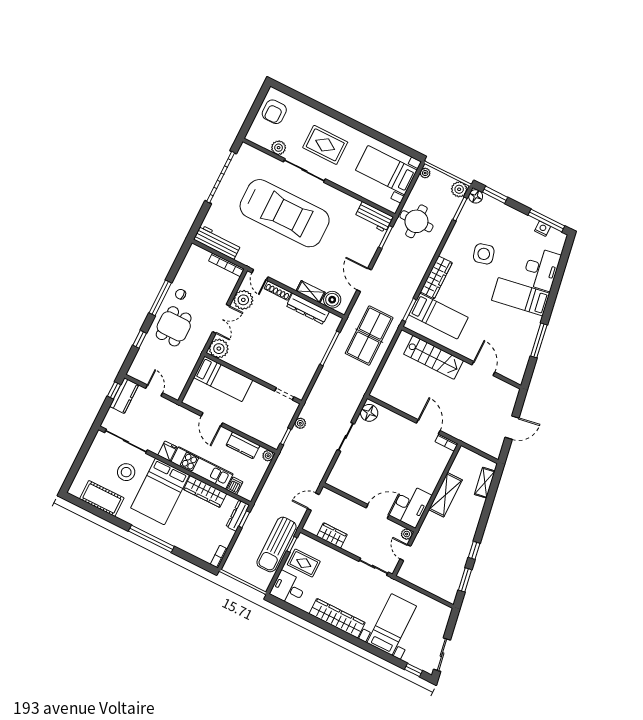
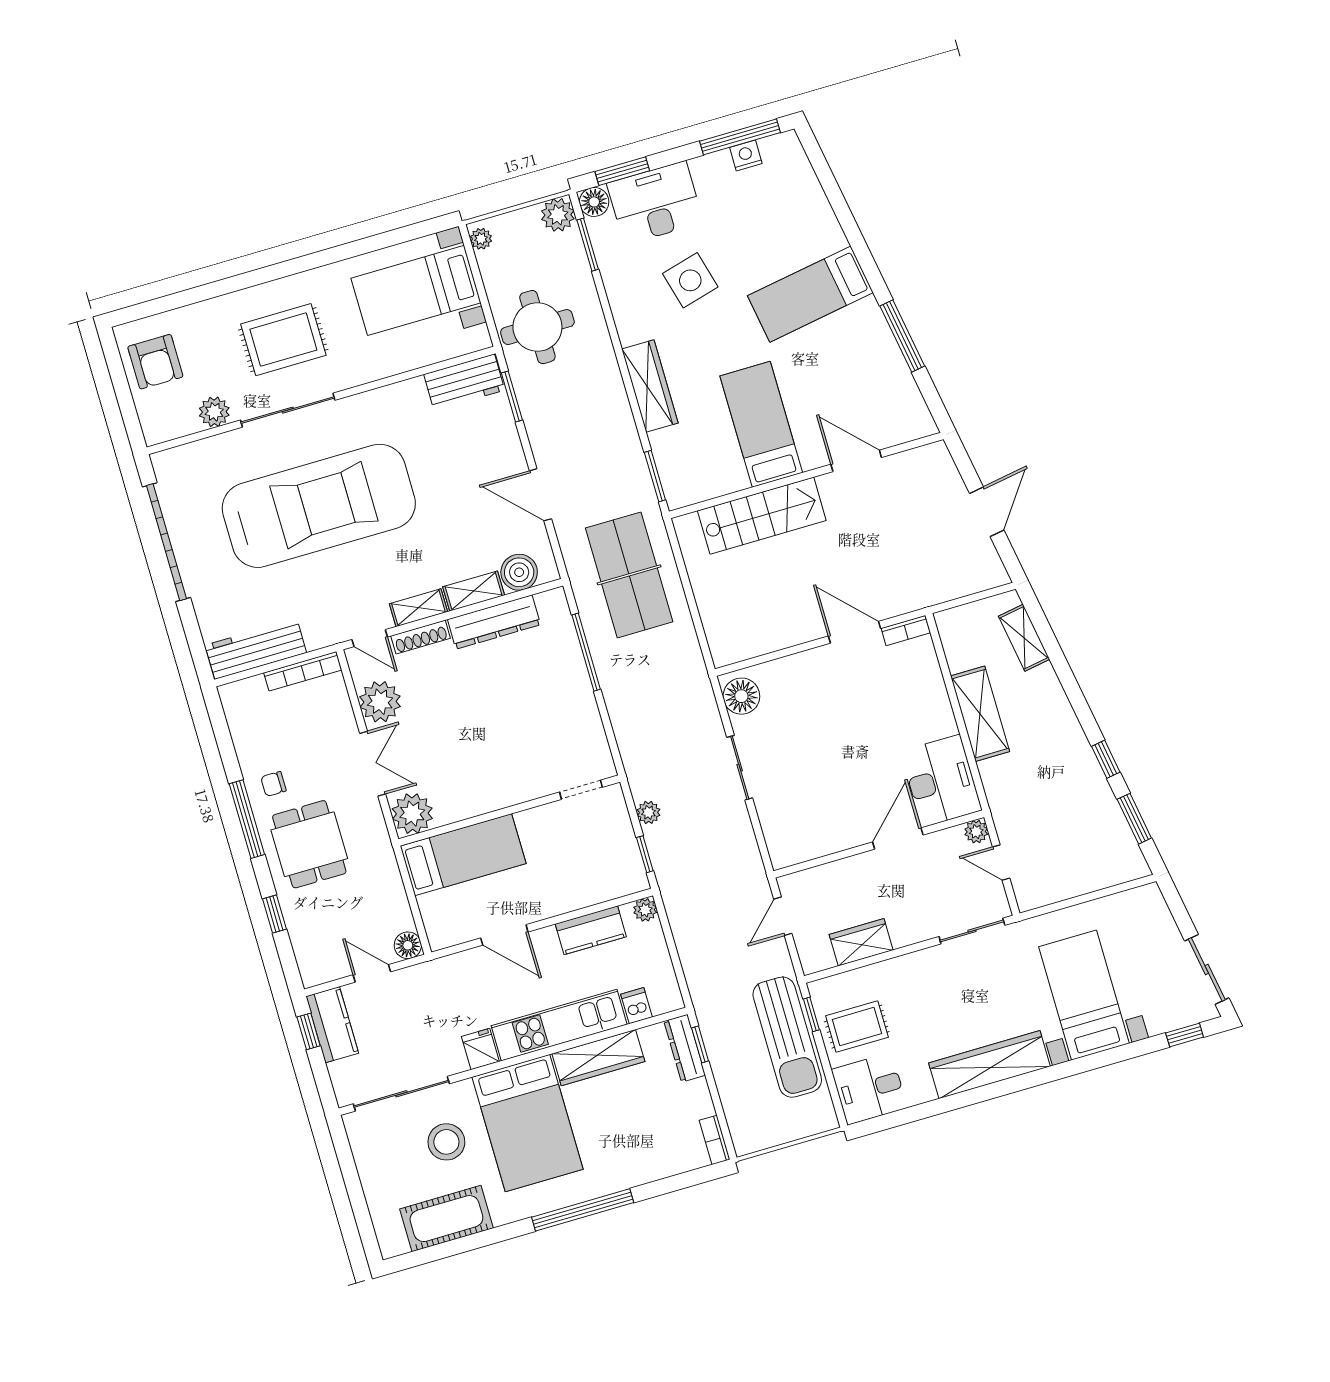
desk: (541, 269) -> (655, 203), moved, turned -81
shelving: (286, 280) -> (419, 608), added
bed: (439, 316) -> (761, 424), moved, turned -90
floor lamp: (175, 392) -> (408, 945), added

